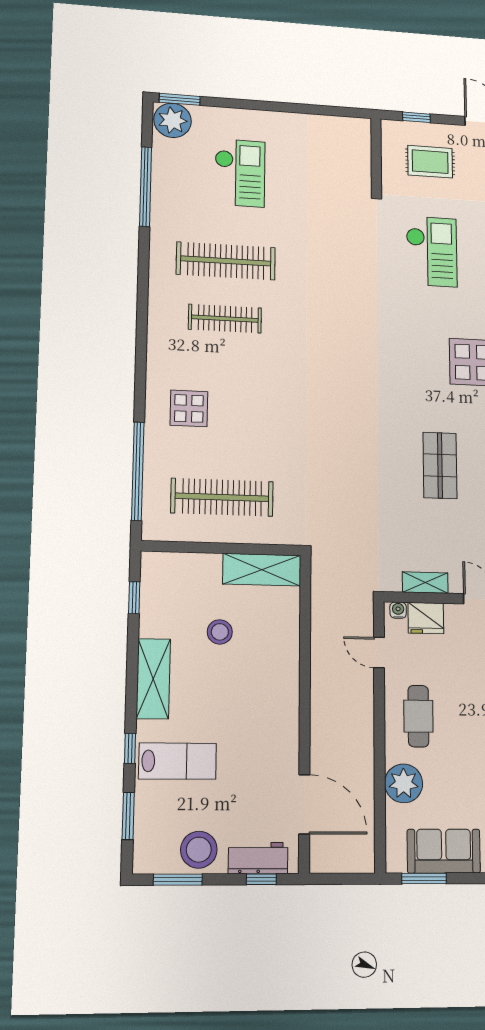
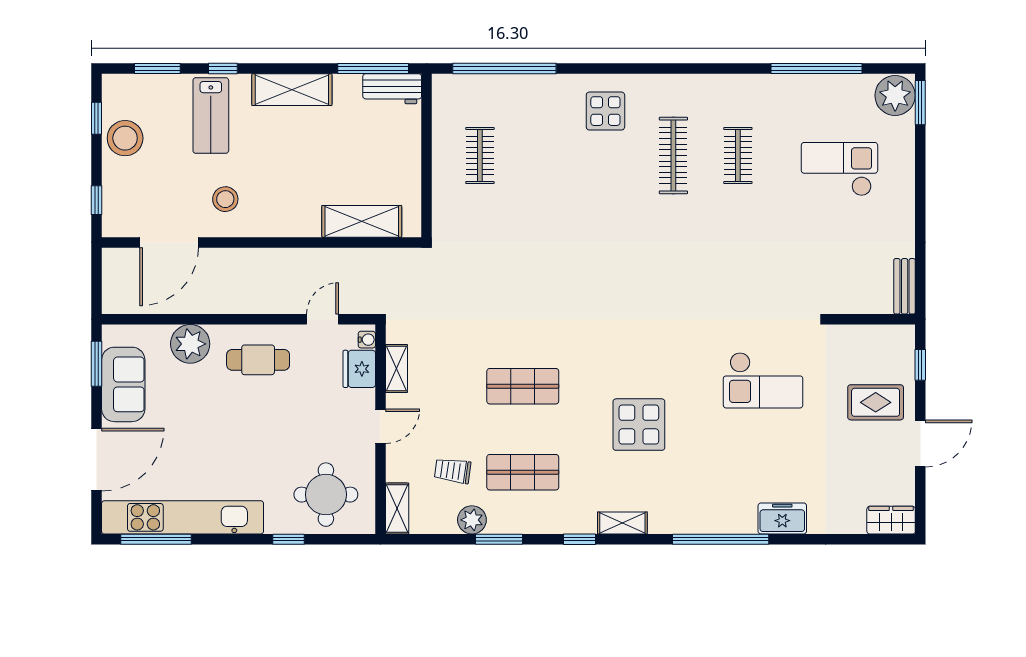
bench: (347, 125) -> (905, 286), added
rug: (430, 162) -> (876, 402), moved, turned 90
checkout: (240, 173) -> (839, 169), turned 180
clothes rail: (226, 261) -> (738, 155), width x0.54, depth x0.76
display table: (189, 408) -> (605, 111), moved
clothes rail: (222, 497) -> (480, 155), width x0.54, depth x0.76
shelving: (262, 570) -> (362, 221), moved, turned 90
window: (134, 598) -> (373, 69), width x2.17
stool: (220, 632) -> (225, 199), moved
workbench: (258, 858) -> (392, 89), moved, turned 90
window: (178, 880) -> (97, 118), width x0.67

